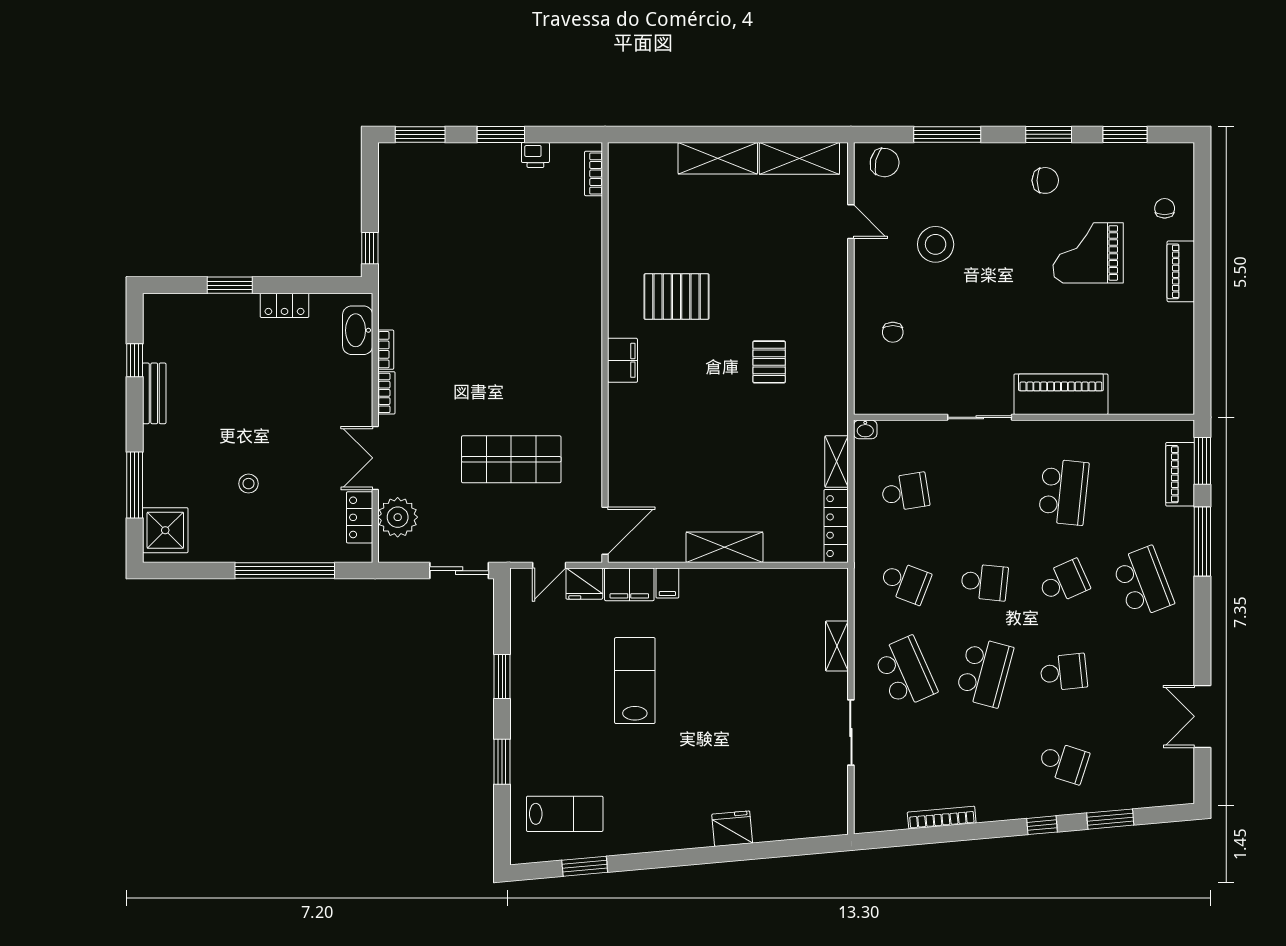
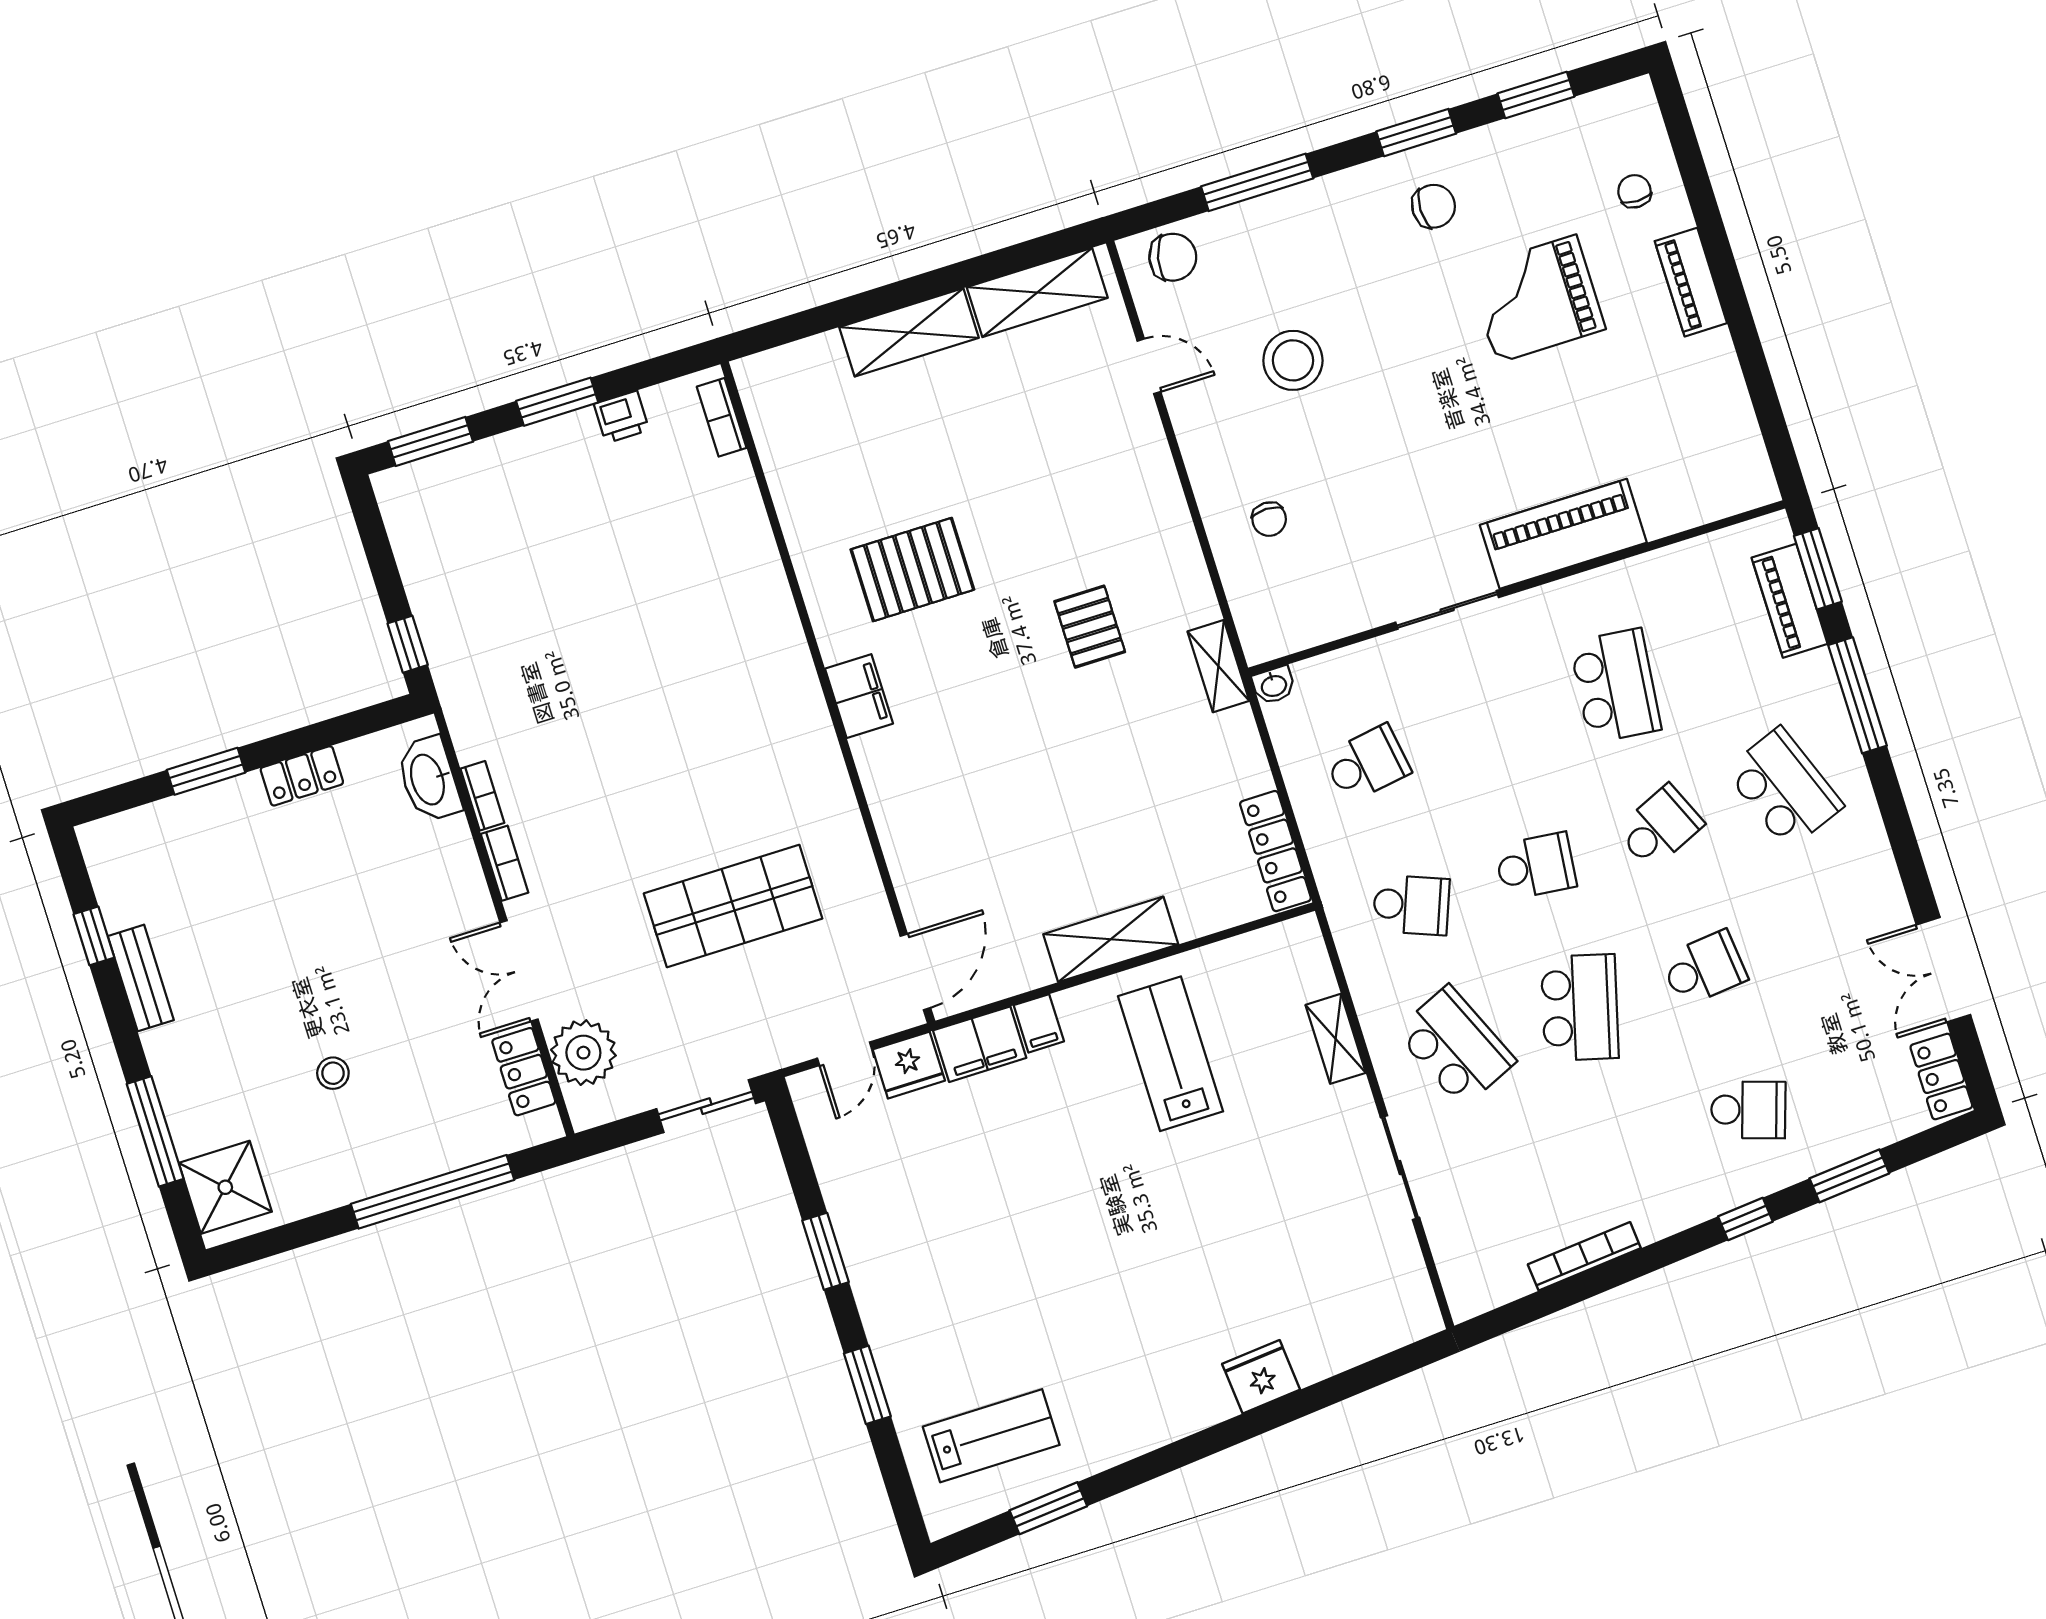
shelving: (837, 462) -> (1218, 666), moved
lab bench: (635, 681) -> (1171, 1054), moved
locker: (1182, 778) -> (1941, 1077), added

